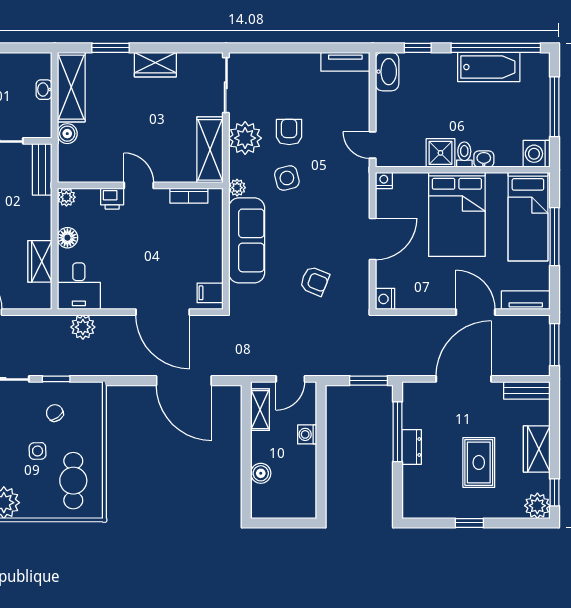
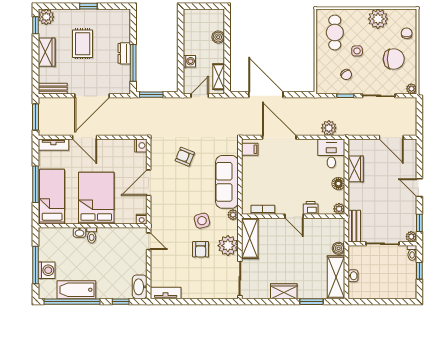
shower: (440, 153) -> (106, 236), removed
washing machine: (537, 154) -> (47, 270), moved

